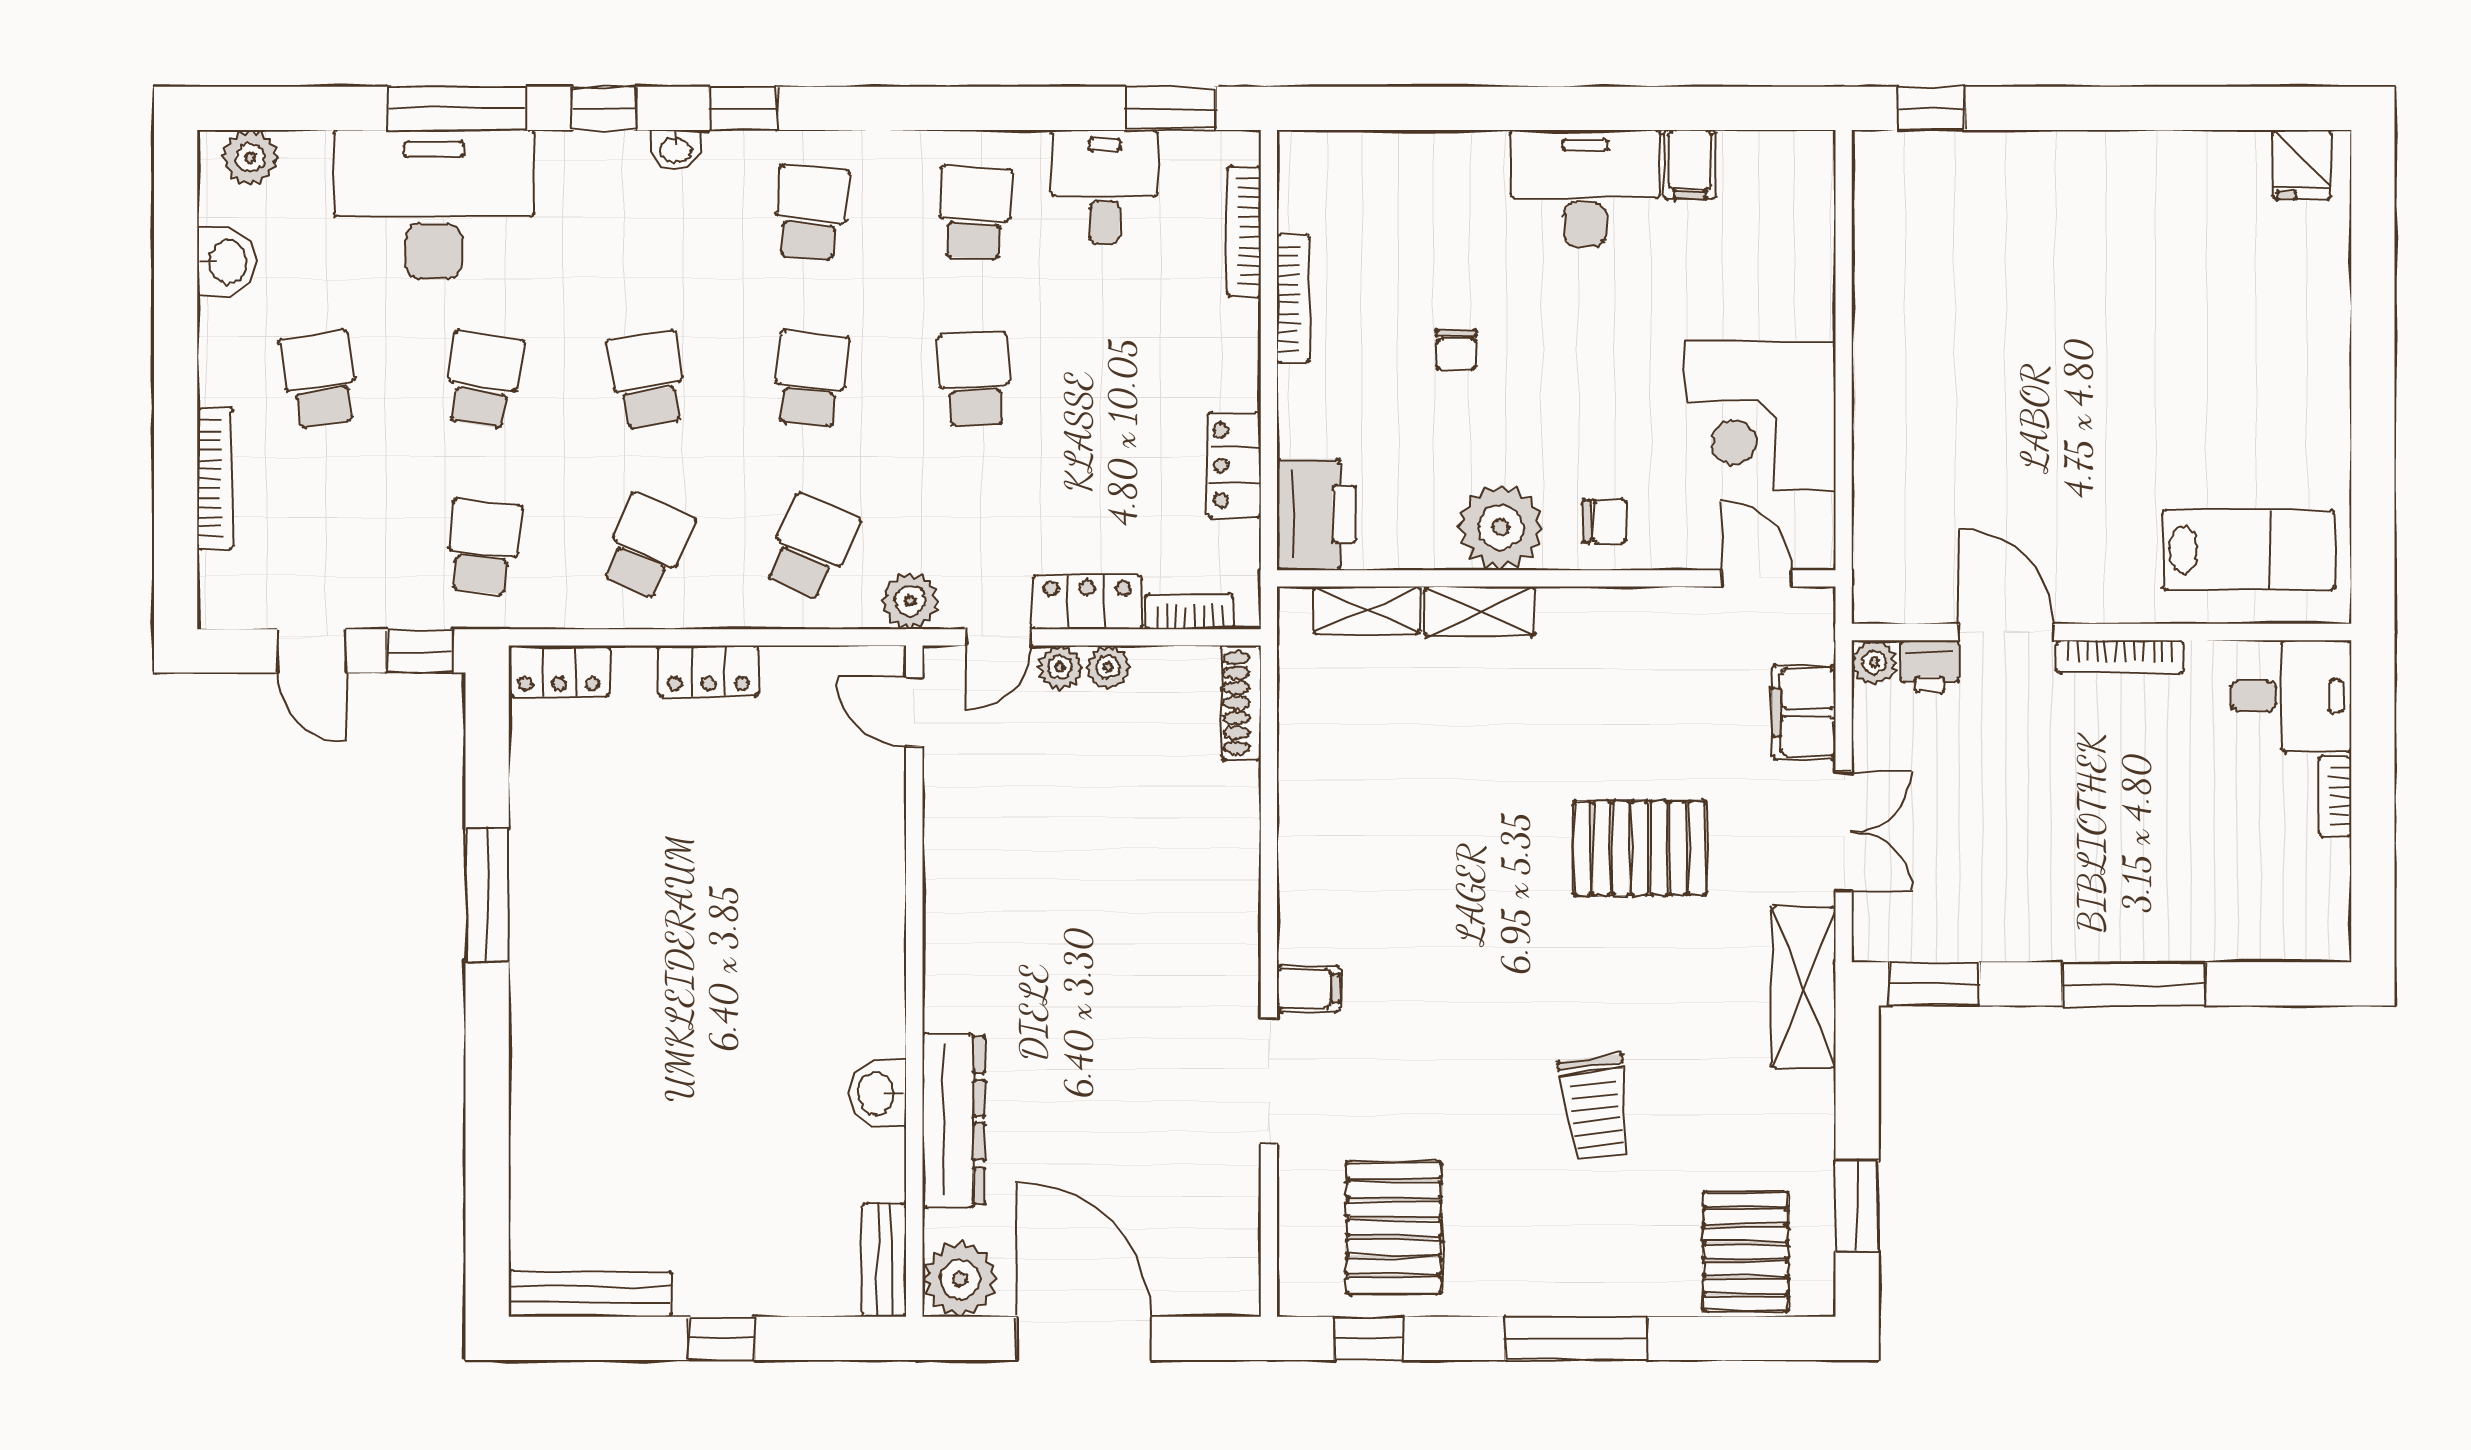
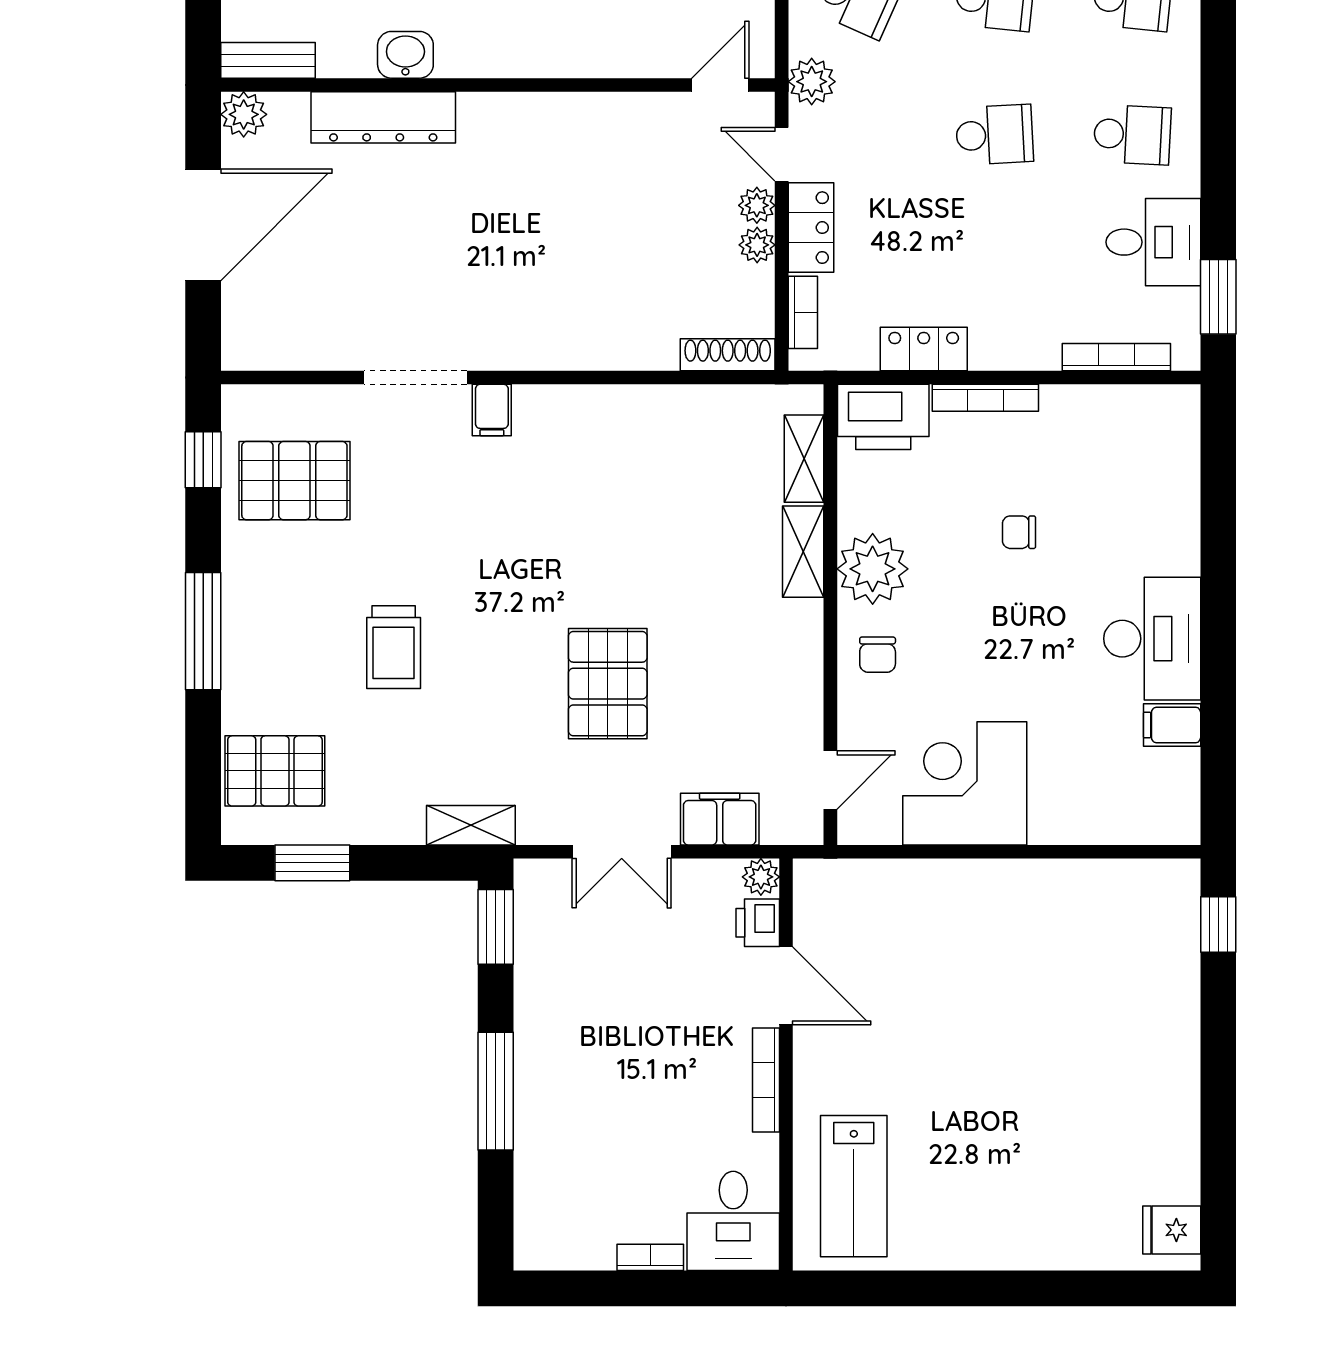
bookcase: (1293, 299) -> (985, 398), moved
door: (2006, 632) -> (786, 986), hinge flipped
shelving: (1803, 987) -> (471, 825), width x0.67, depth x0.75
trolley: (1596, 1108) -> (394, 647), turned -83
plant: (960, 1279) -> (244, 114), width x0.73, depth x0.73

